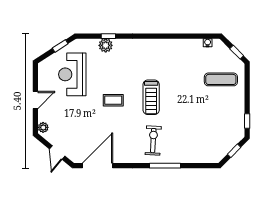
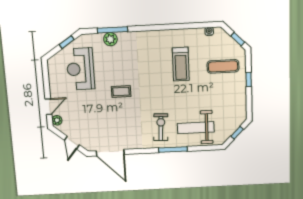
window: (108, 36) -> (113, 30), width x2.17
treadmill: (151, 97) -> (181, 64), moved
door: (35, 100) -> (48, 107), moved
window: (247, 121) -> (249, 79), moved
weight bench: (190, 143) -> (196, 128), added
door: (97, 166) -> (110, 153), swing flipped

